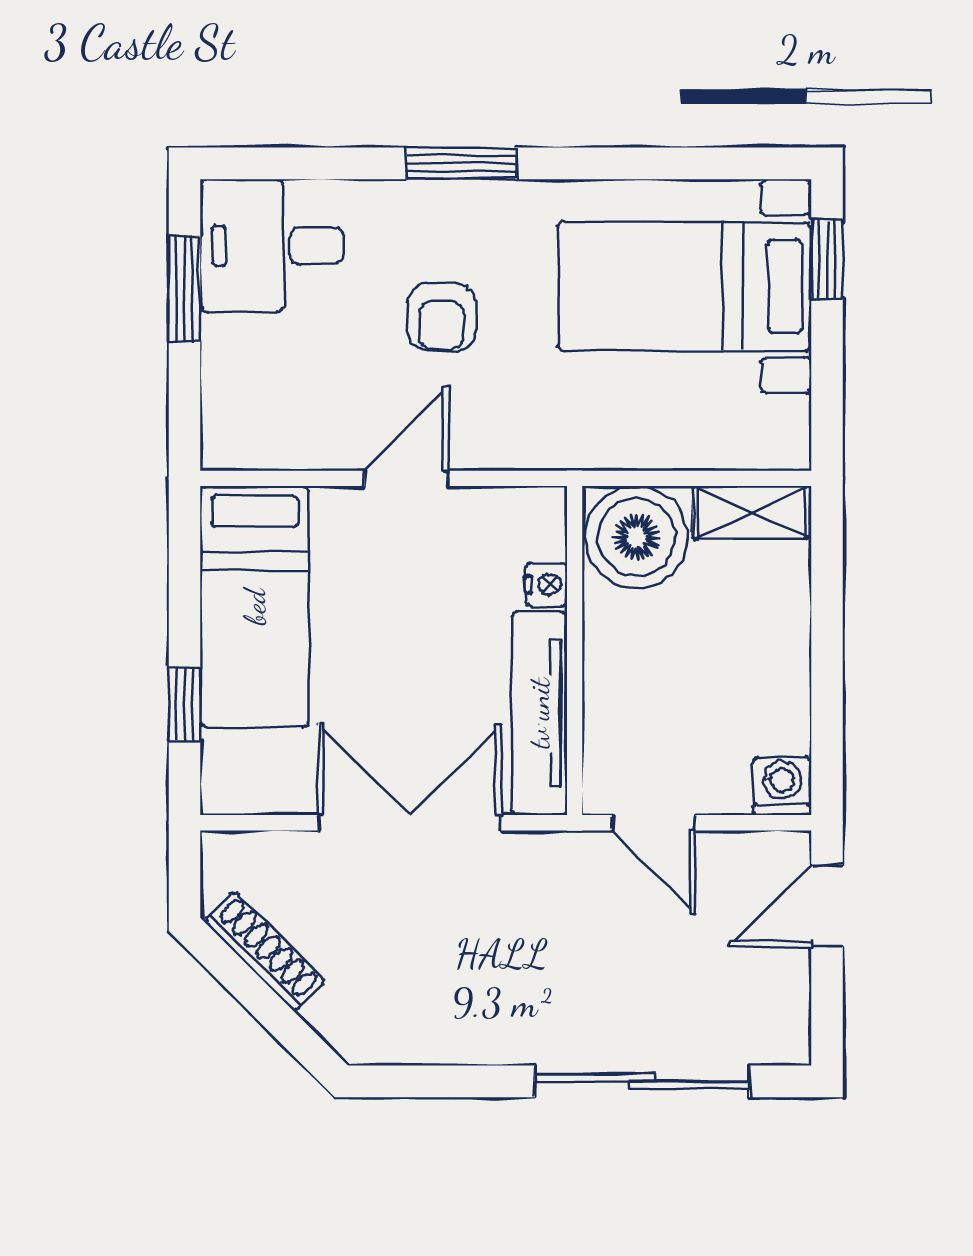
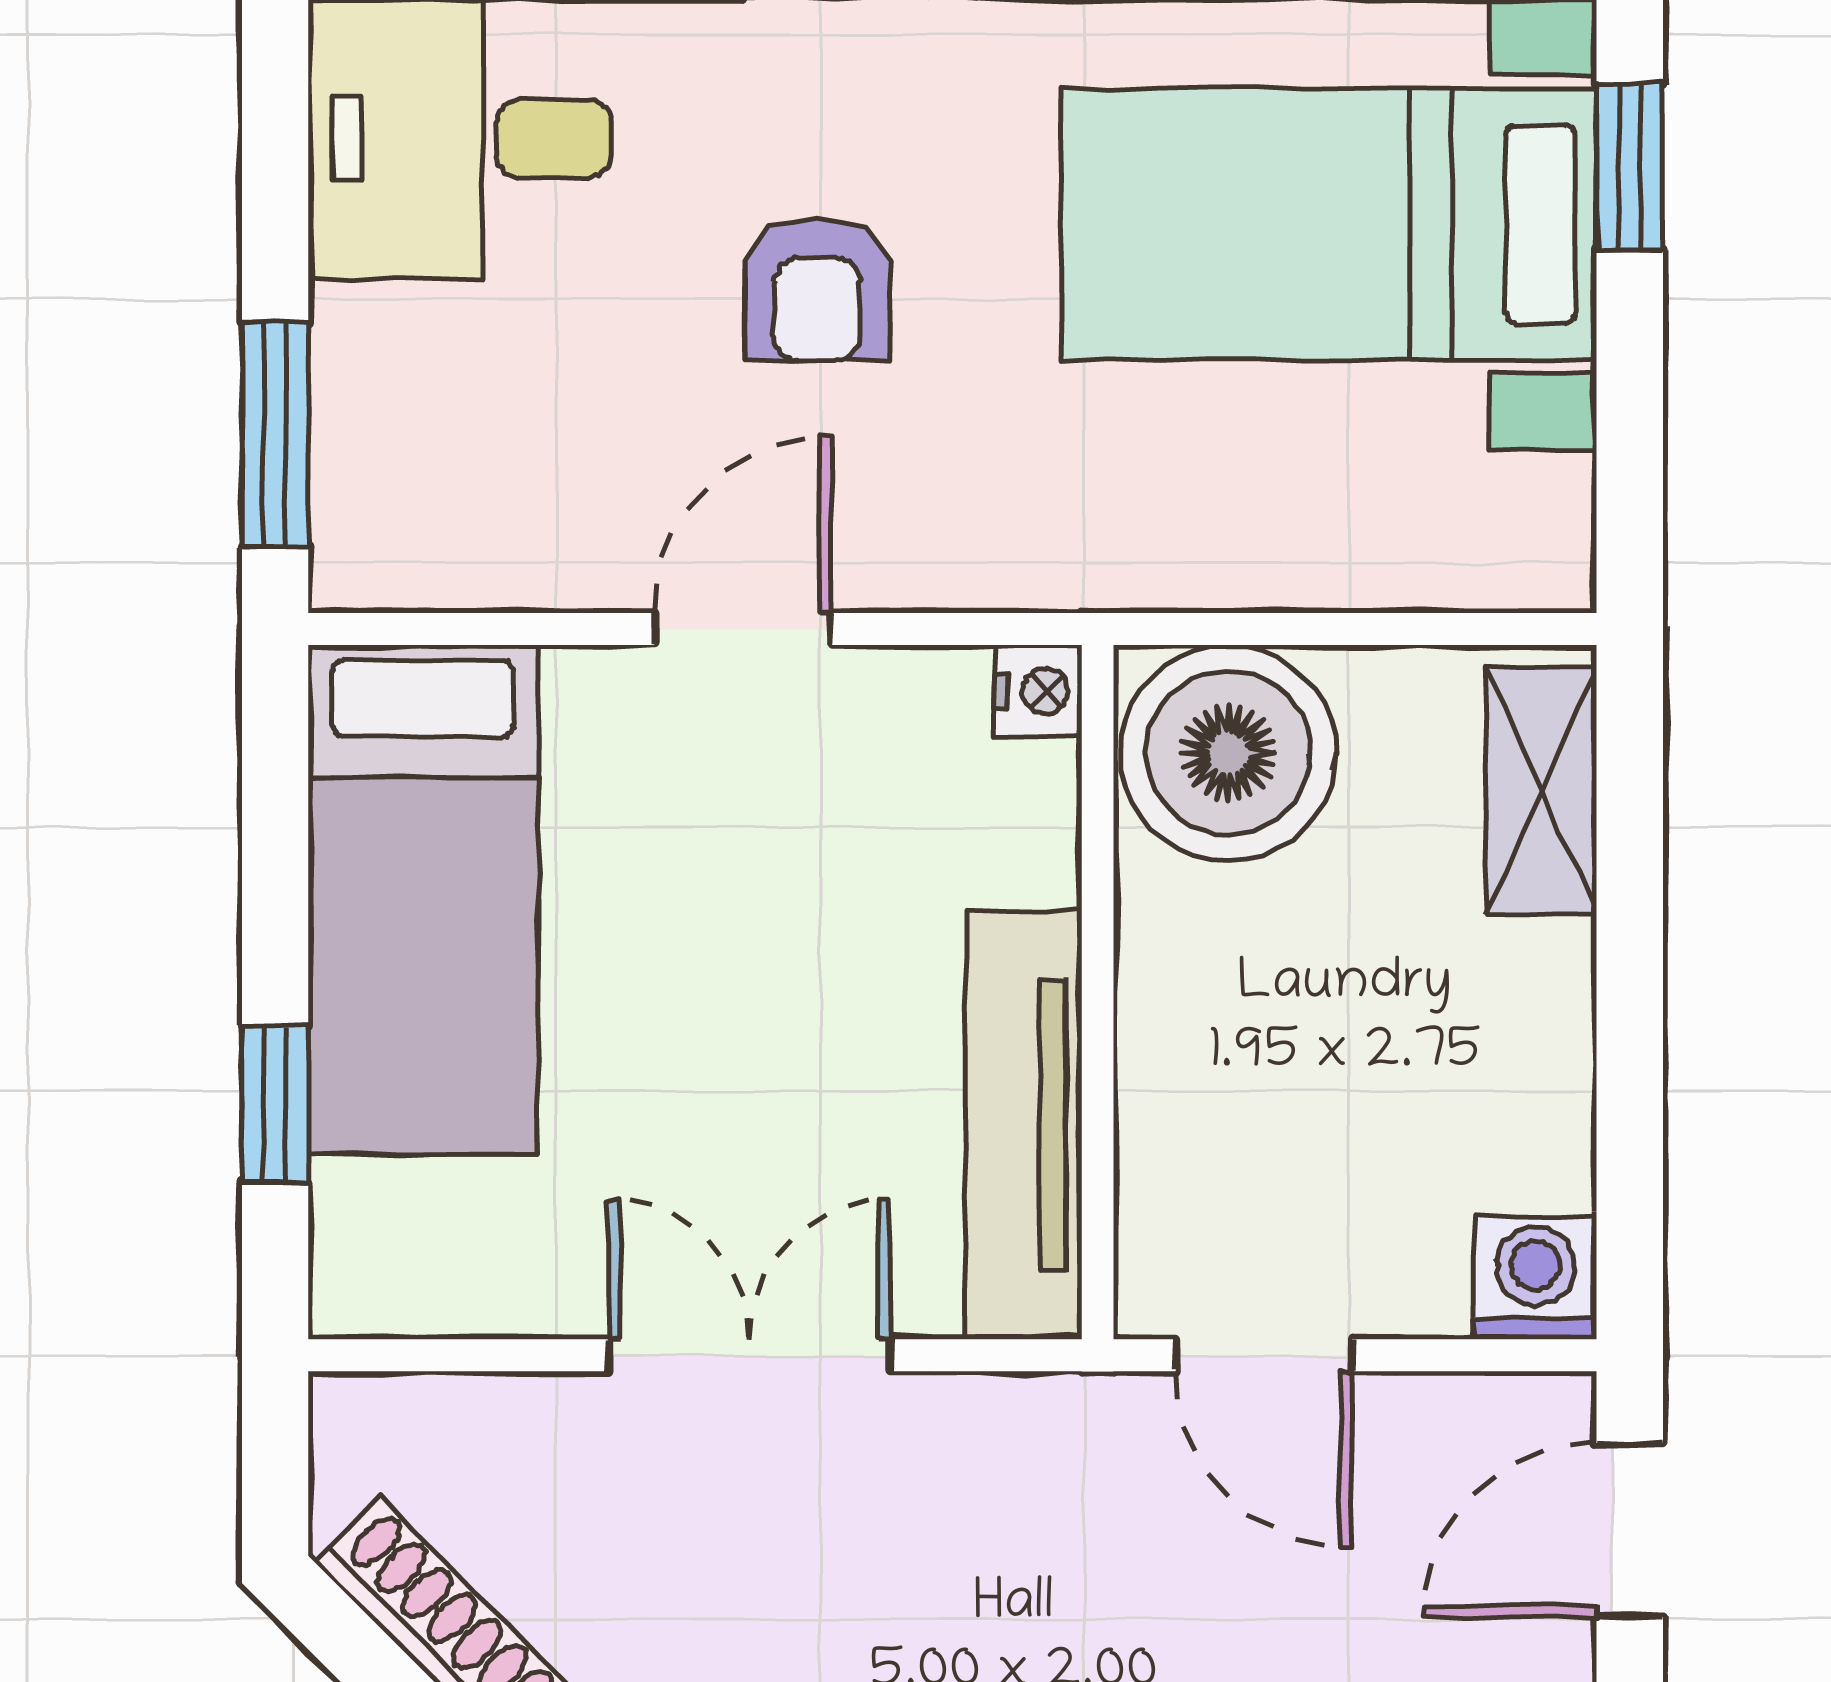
window: (185, 289) -> (275, 435), moved
shelving: (751, 512) -> (1541, 791), moved, turned 90
nightstand: (546, 585) -> (1038, 691), moved
double door: (410, 823) -> (750, 1355), width x0.73

